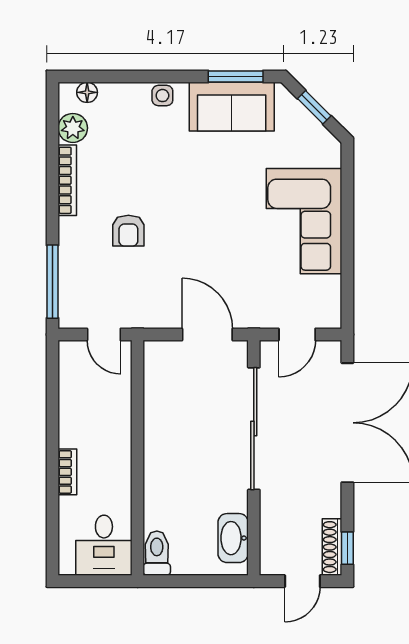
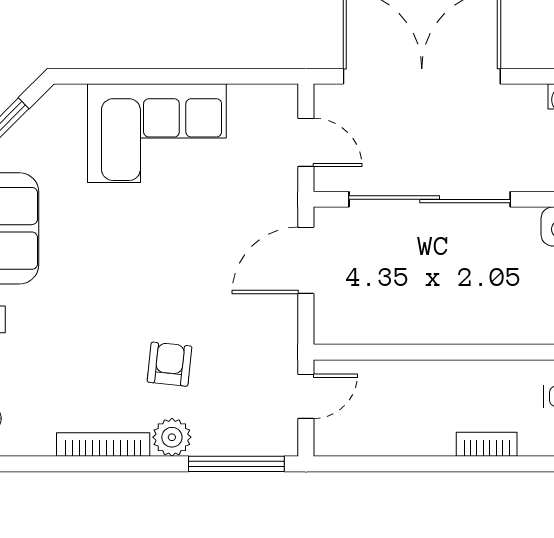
plant: (73, 128) -> (172, 437), moved
armchair: (128, 231) -> (170, 364), turned -84

